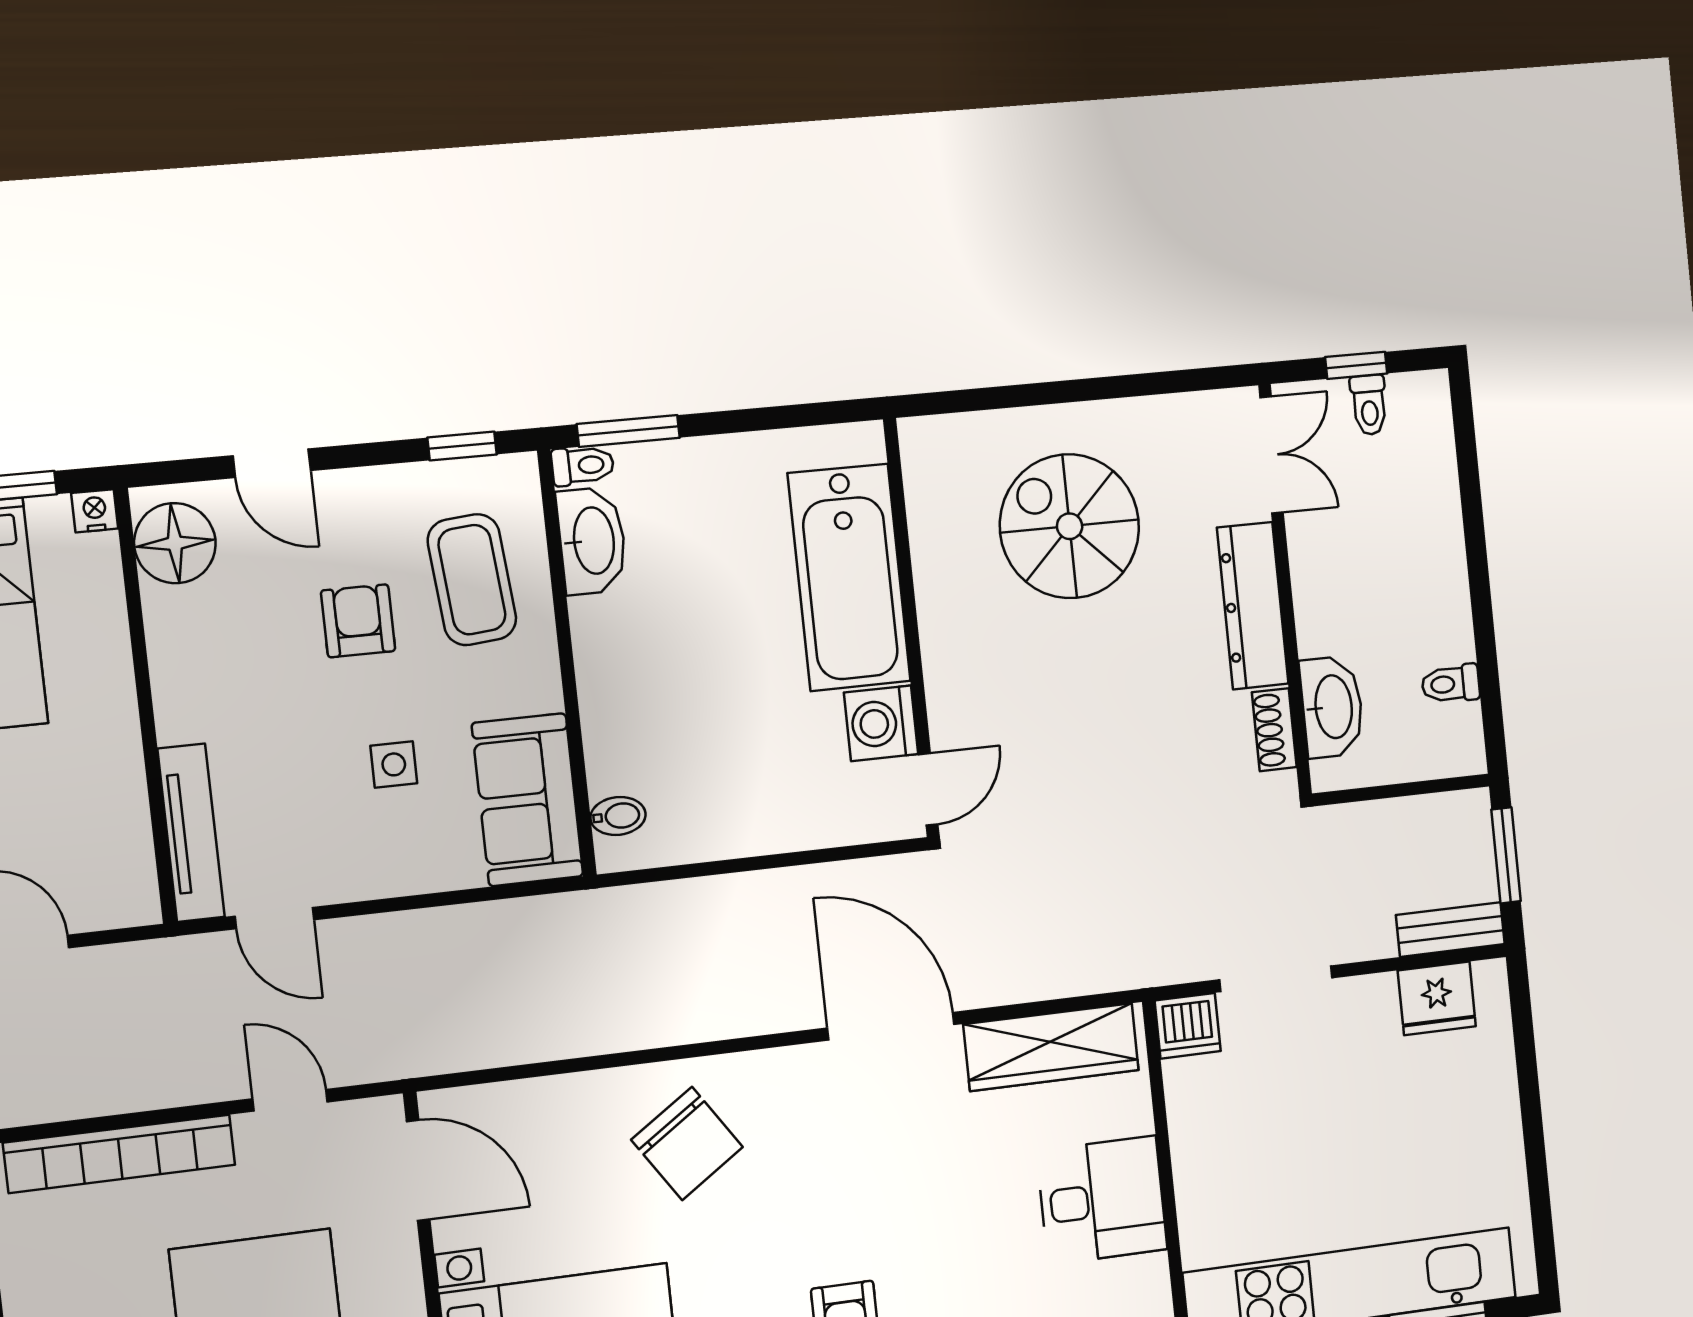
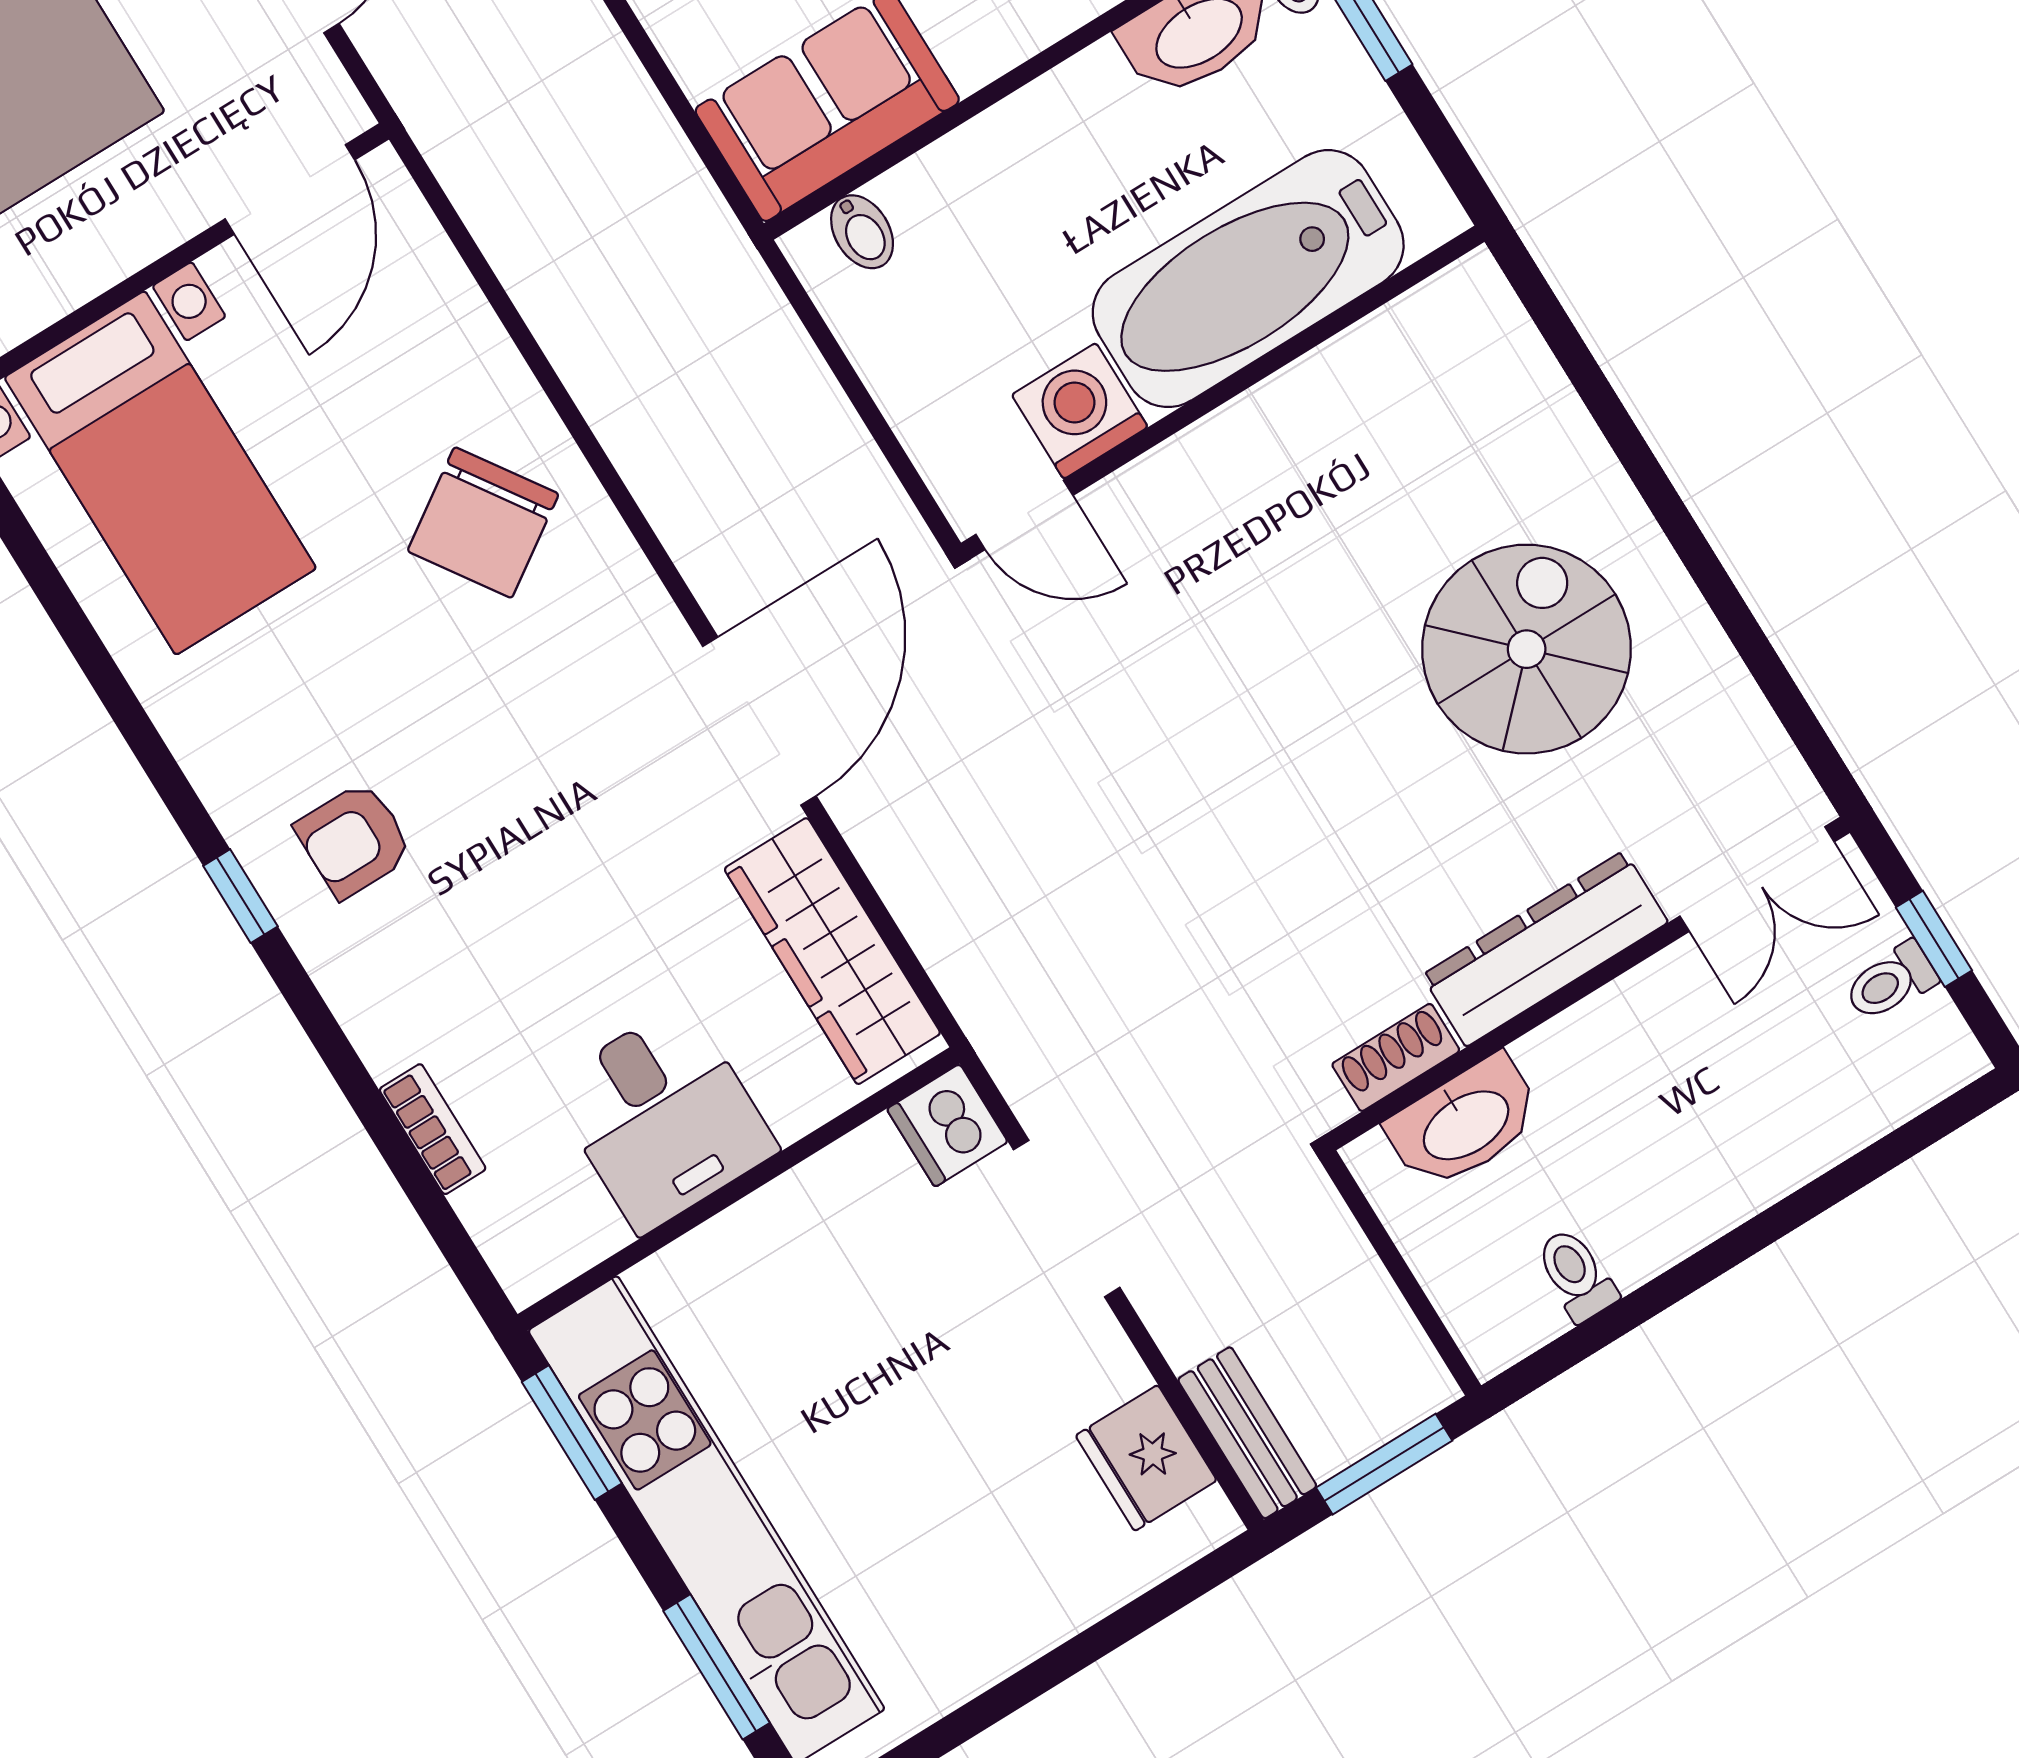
bathtub: (849, 577) -> (1248, 279), moved
wall: (911, 628) -> (1223, 392), moved
washing machine: (881, 723) -> (1080, 411), moved
door: (928, 789) -> (1024, 515), moved

